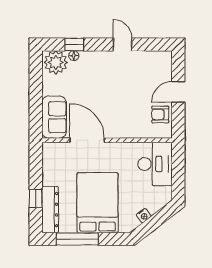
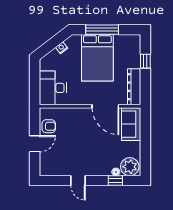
dresser: (50, 210) -> (134, 87), moved
window: (77, 239) -> (102, 30), moved

